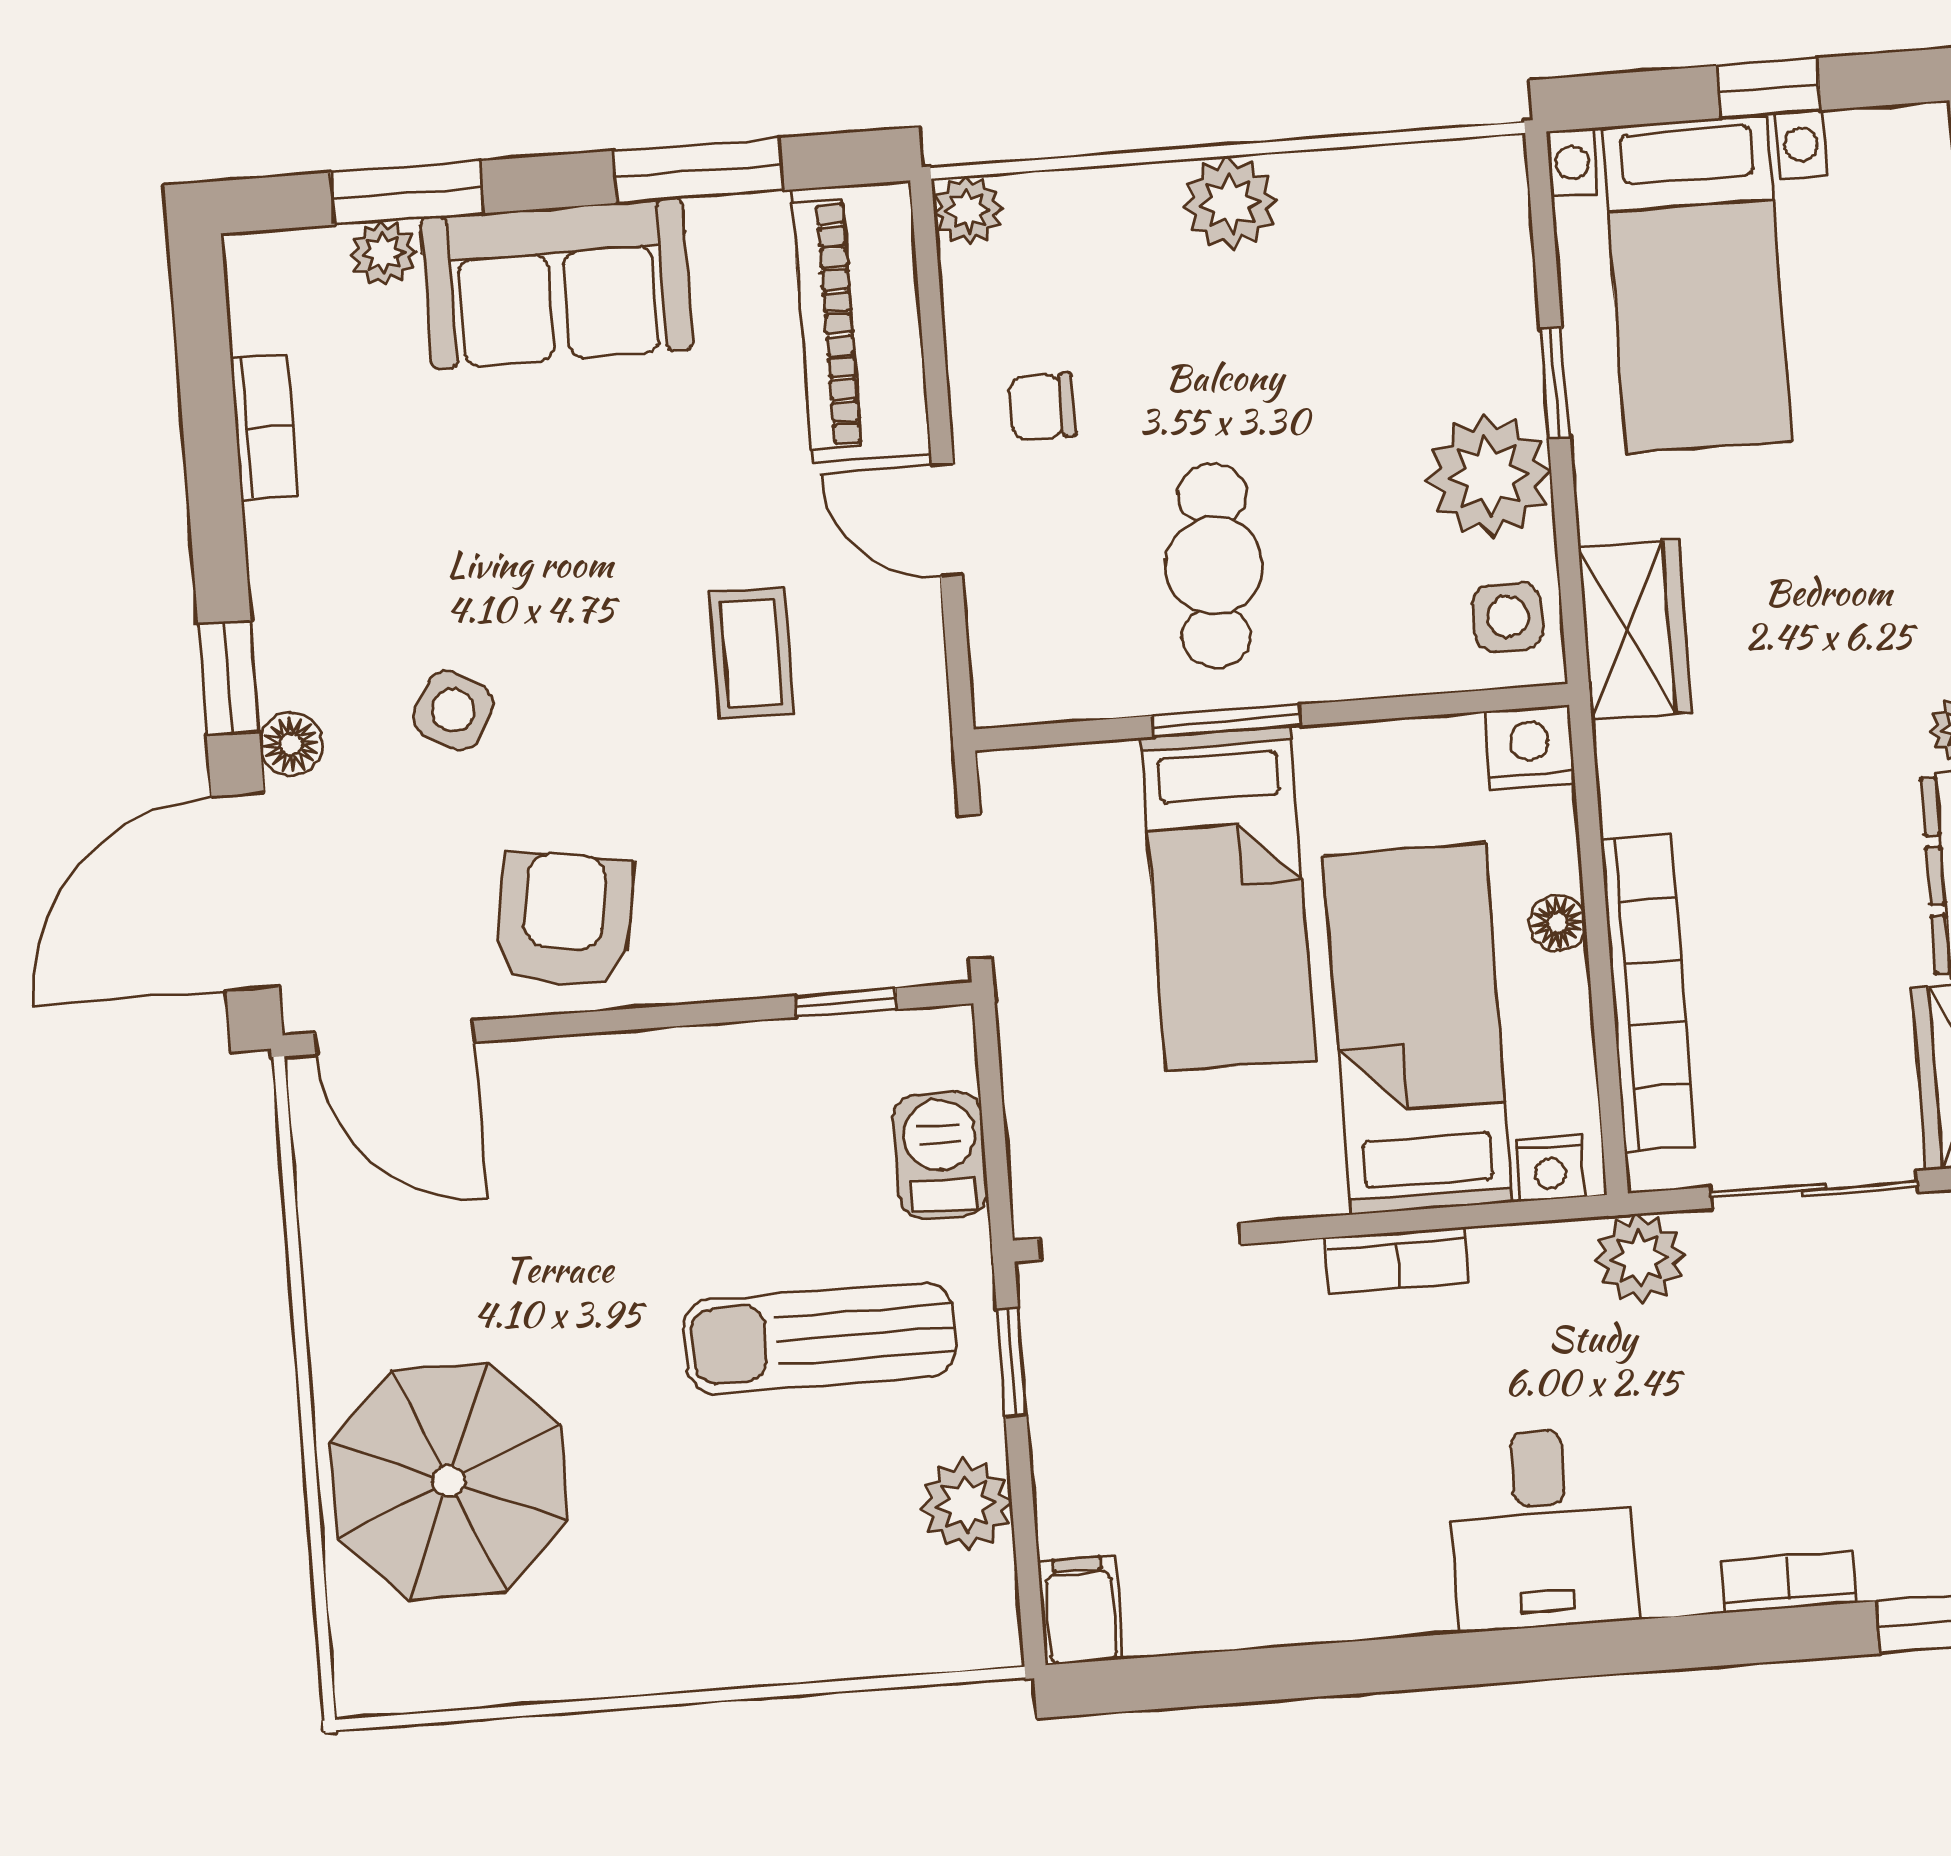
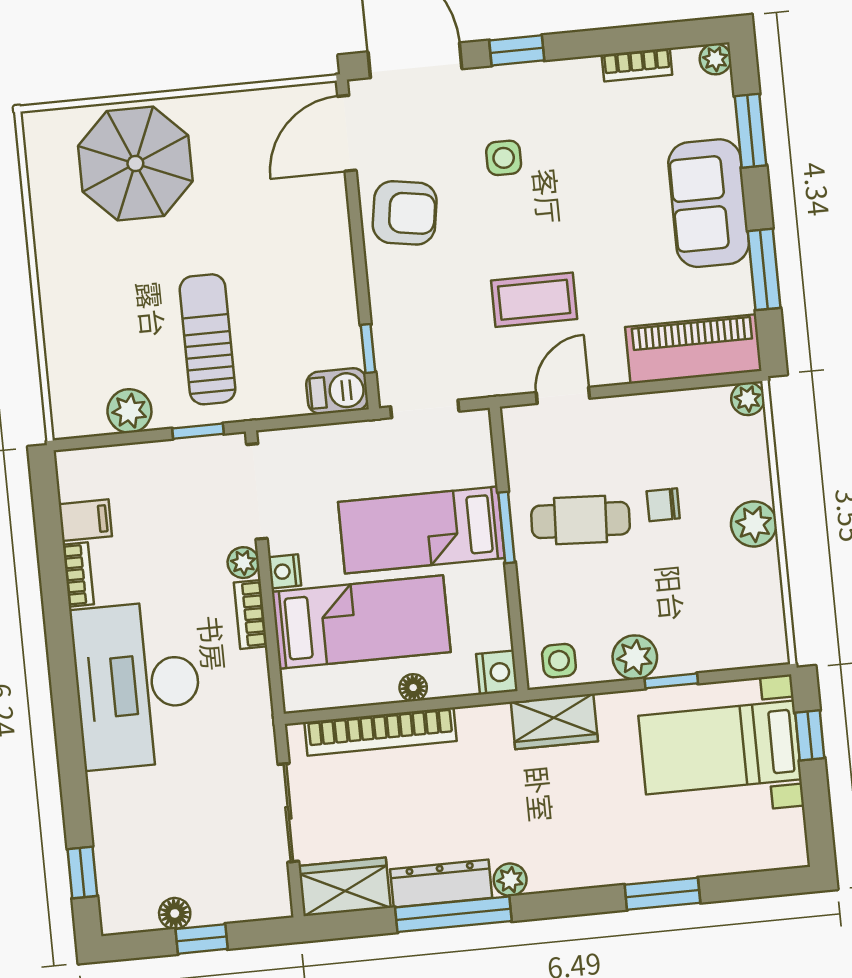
window: (1769, 88) -> (810, 735), moved
plant: (383, 253) -> (715, 59), moved
chair: (1042, 407) -> (663, 505), moved, turned -90
plant: (1488, 476) -> (635, 657), width x0.73, depth x0.73
door: (947, 520) -> (563, 395), moved
coffee table: (751, 653) -> (534, 300), width x1.36, depth x1.30
side table: (453, 710) -> (504, 158), turned -30
floor lamp: (291, 744) -> (486, 81), removed
barbecue: (940, 1155) -> (337, 391), moved
nightstand: (1550, 1168) -> (285, 571), moved
plant: (1639, 1258) -> (243, 563), moved, width x0.73, depth x0.73
desk: (1542, 1529) -> (137, 685), width x1.87, depth x1.30
bookcase: (1789, 1582) -> (78, 575), moved
filing cabinet: (1080, 1610) -> (85, 520), moved

